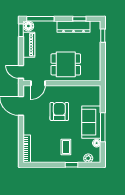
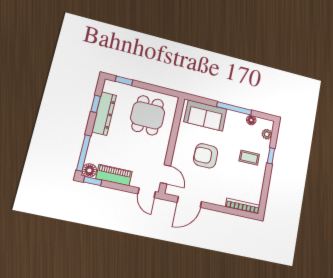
dining table: (66, 64) -> (148, 115), moved
door: (21, 72) -> (147, 193), hinge flipped
sofa: (91, 122) -> (205, 115), moved

